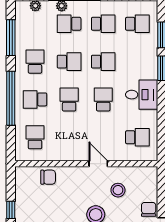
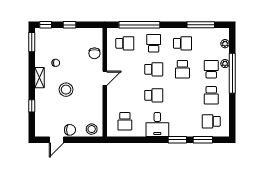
school desk: (137, 24) -> (211, 121), turned 90
school desk: (103, 62) -> (182, 95), removed
window: (11, 98) -> (139, 25), moved
door: (98, 164) -> (105, 78), moved
stool: (118, 190) -> (92, 129), moved

